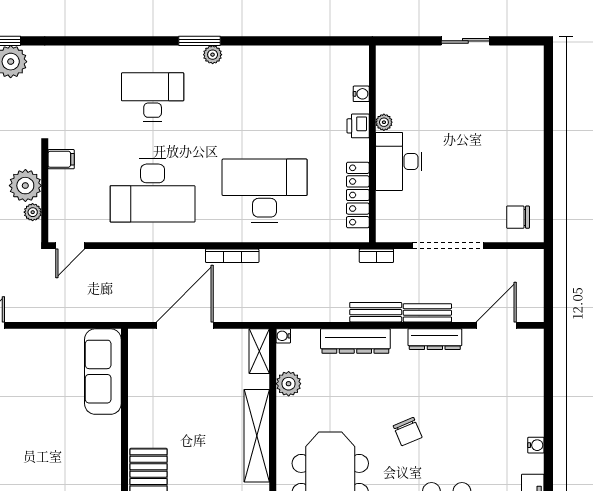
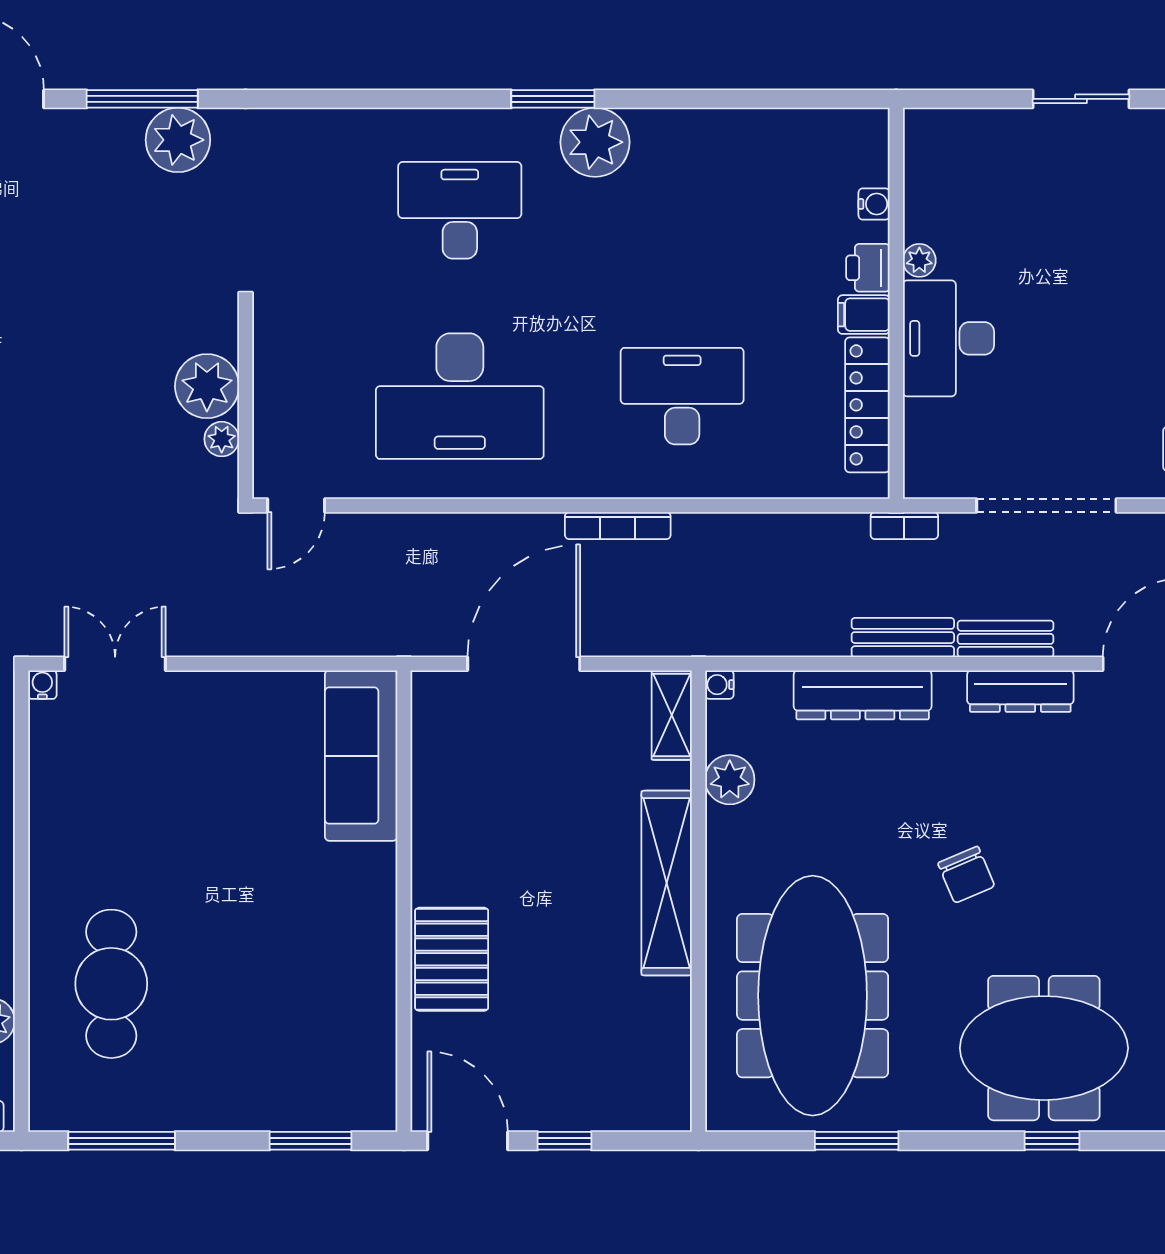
plant: (213, 55) -> (595, 142), width x1.88, depth x1.88
filing cabinet: (61, 159) -> (864, 315), moved, turned 180
desk: (265, 191) -> (682, 396), width x0.73, depth x0.77

